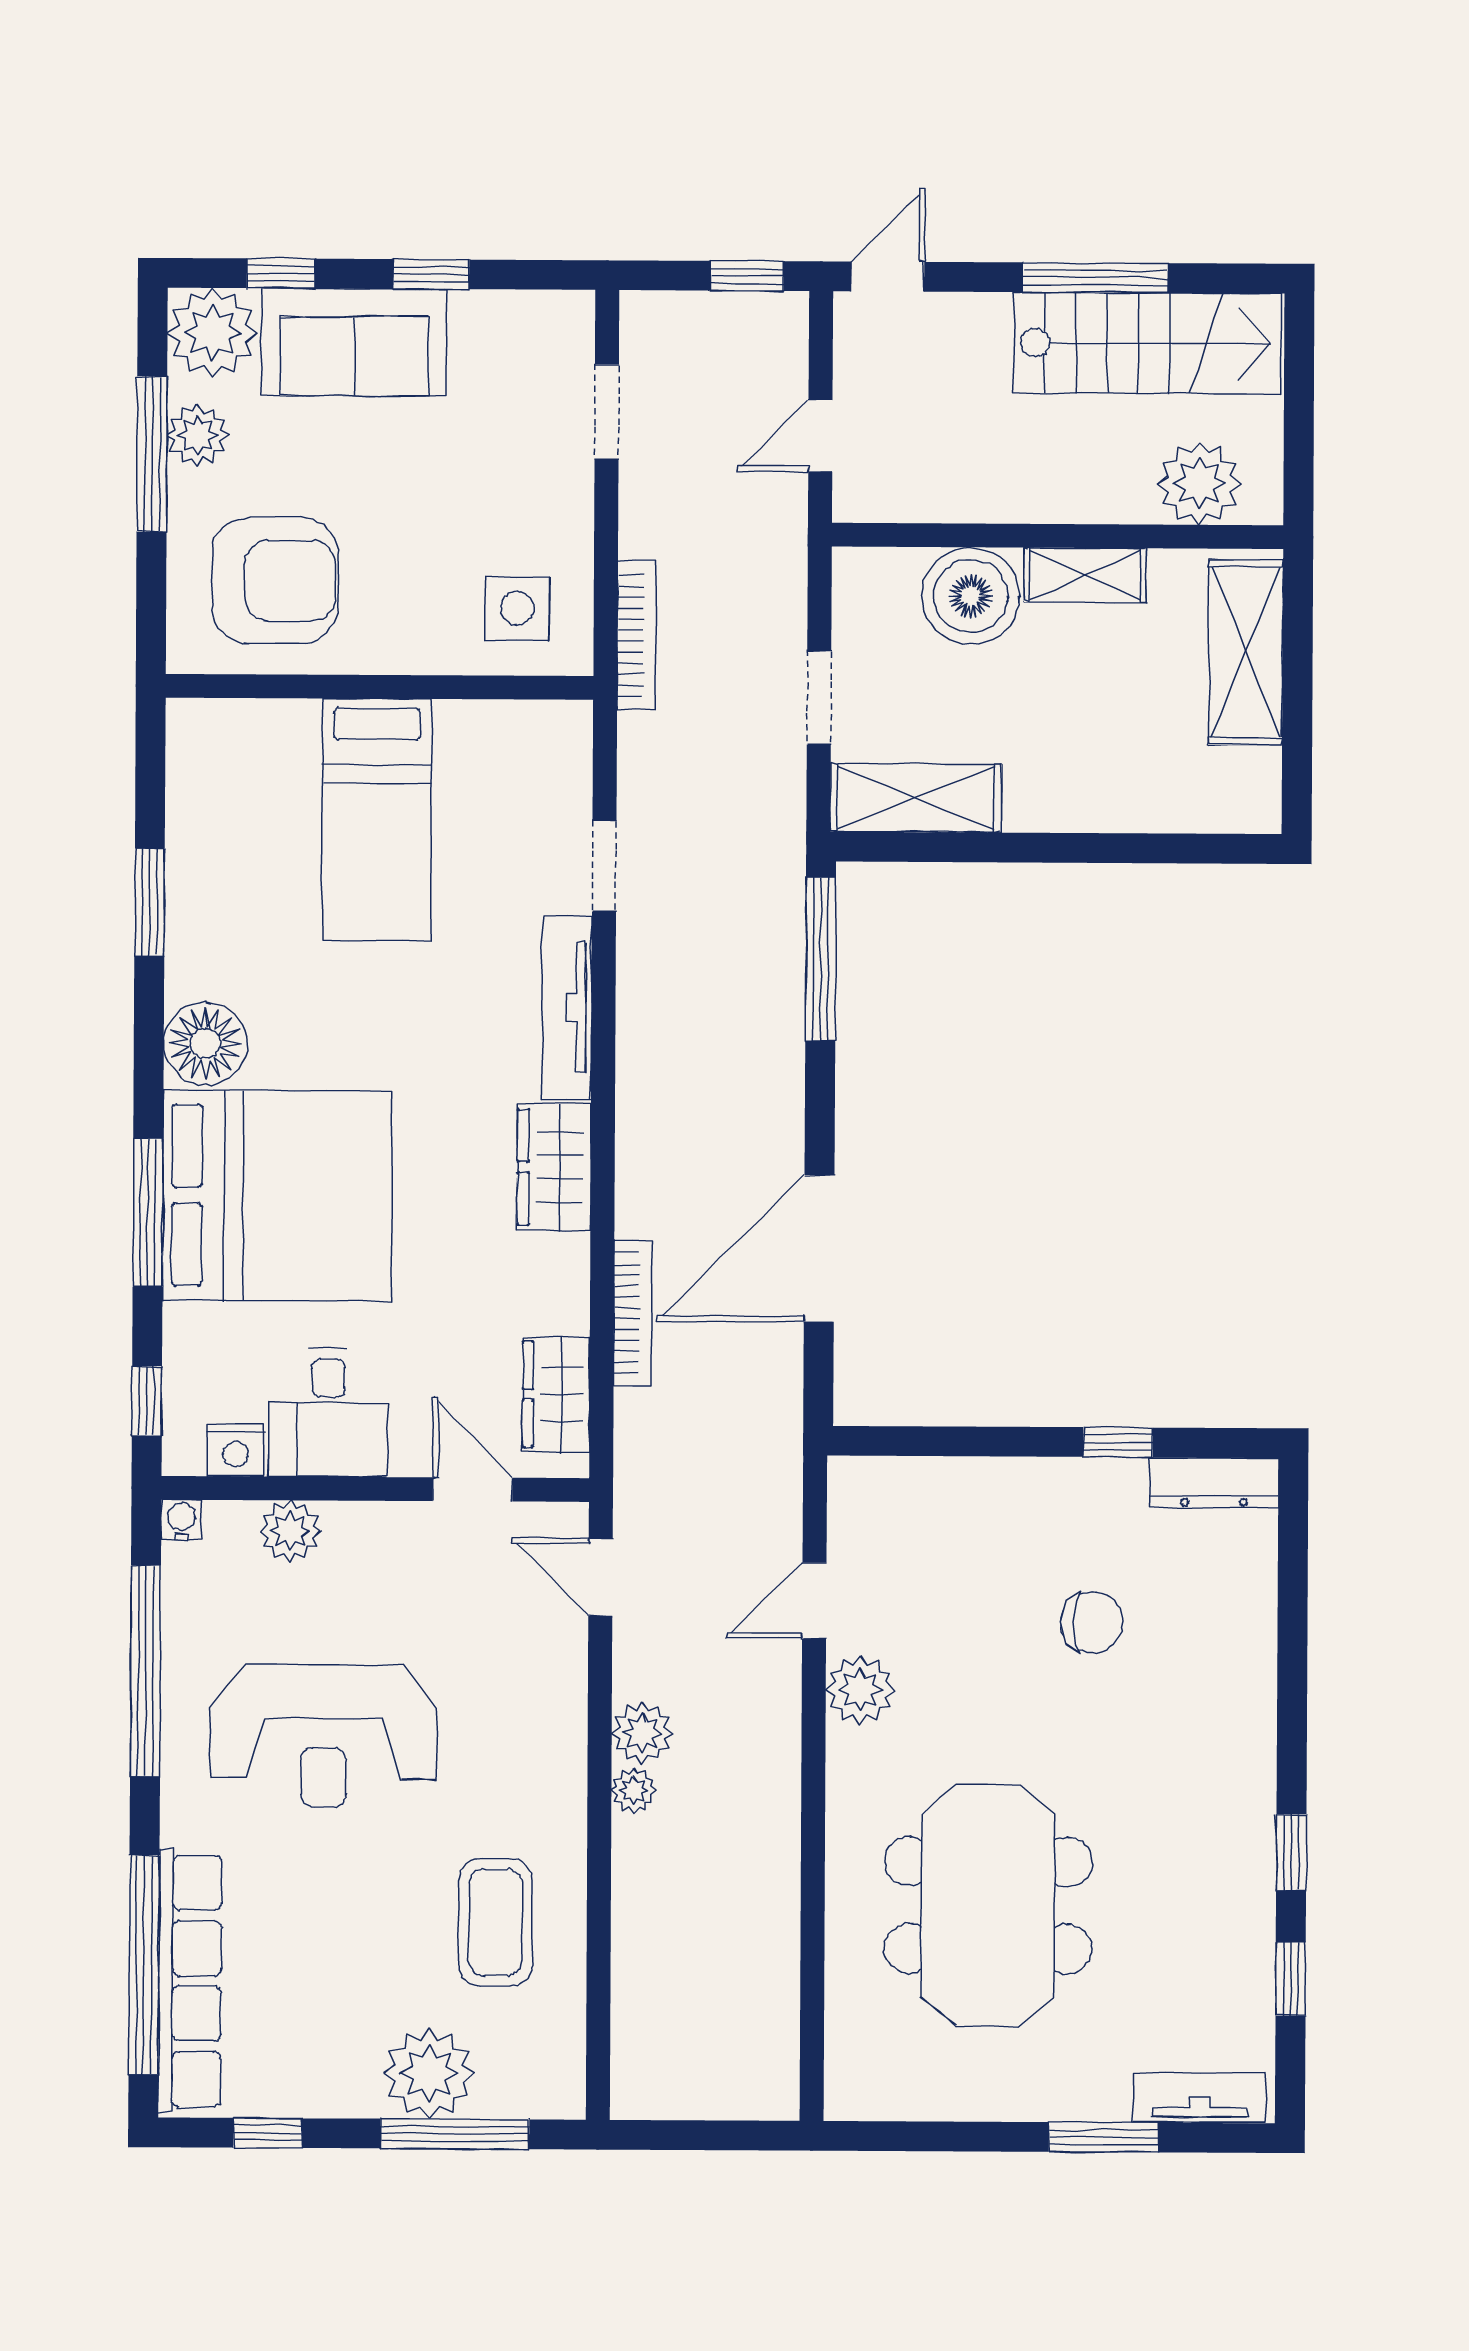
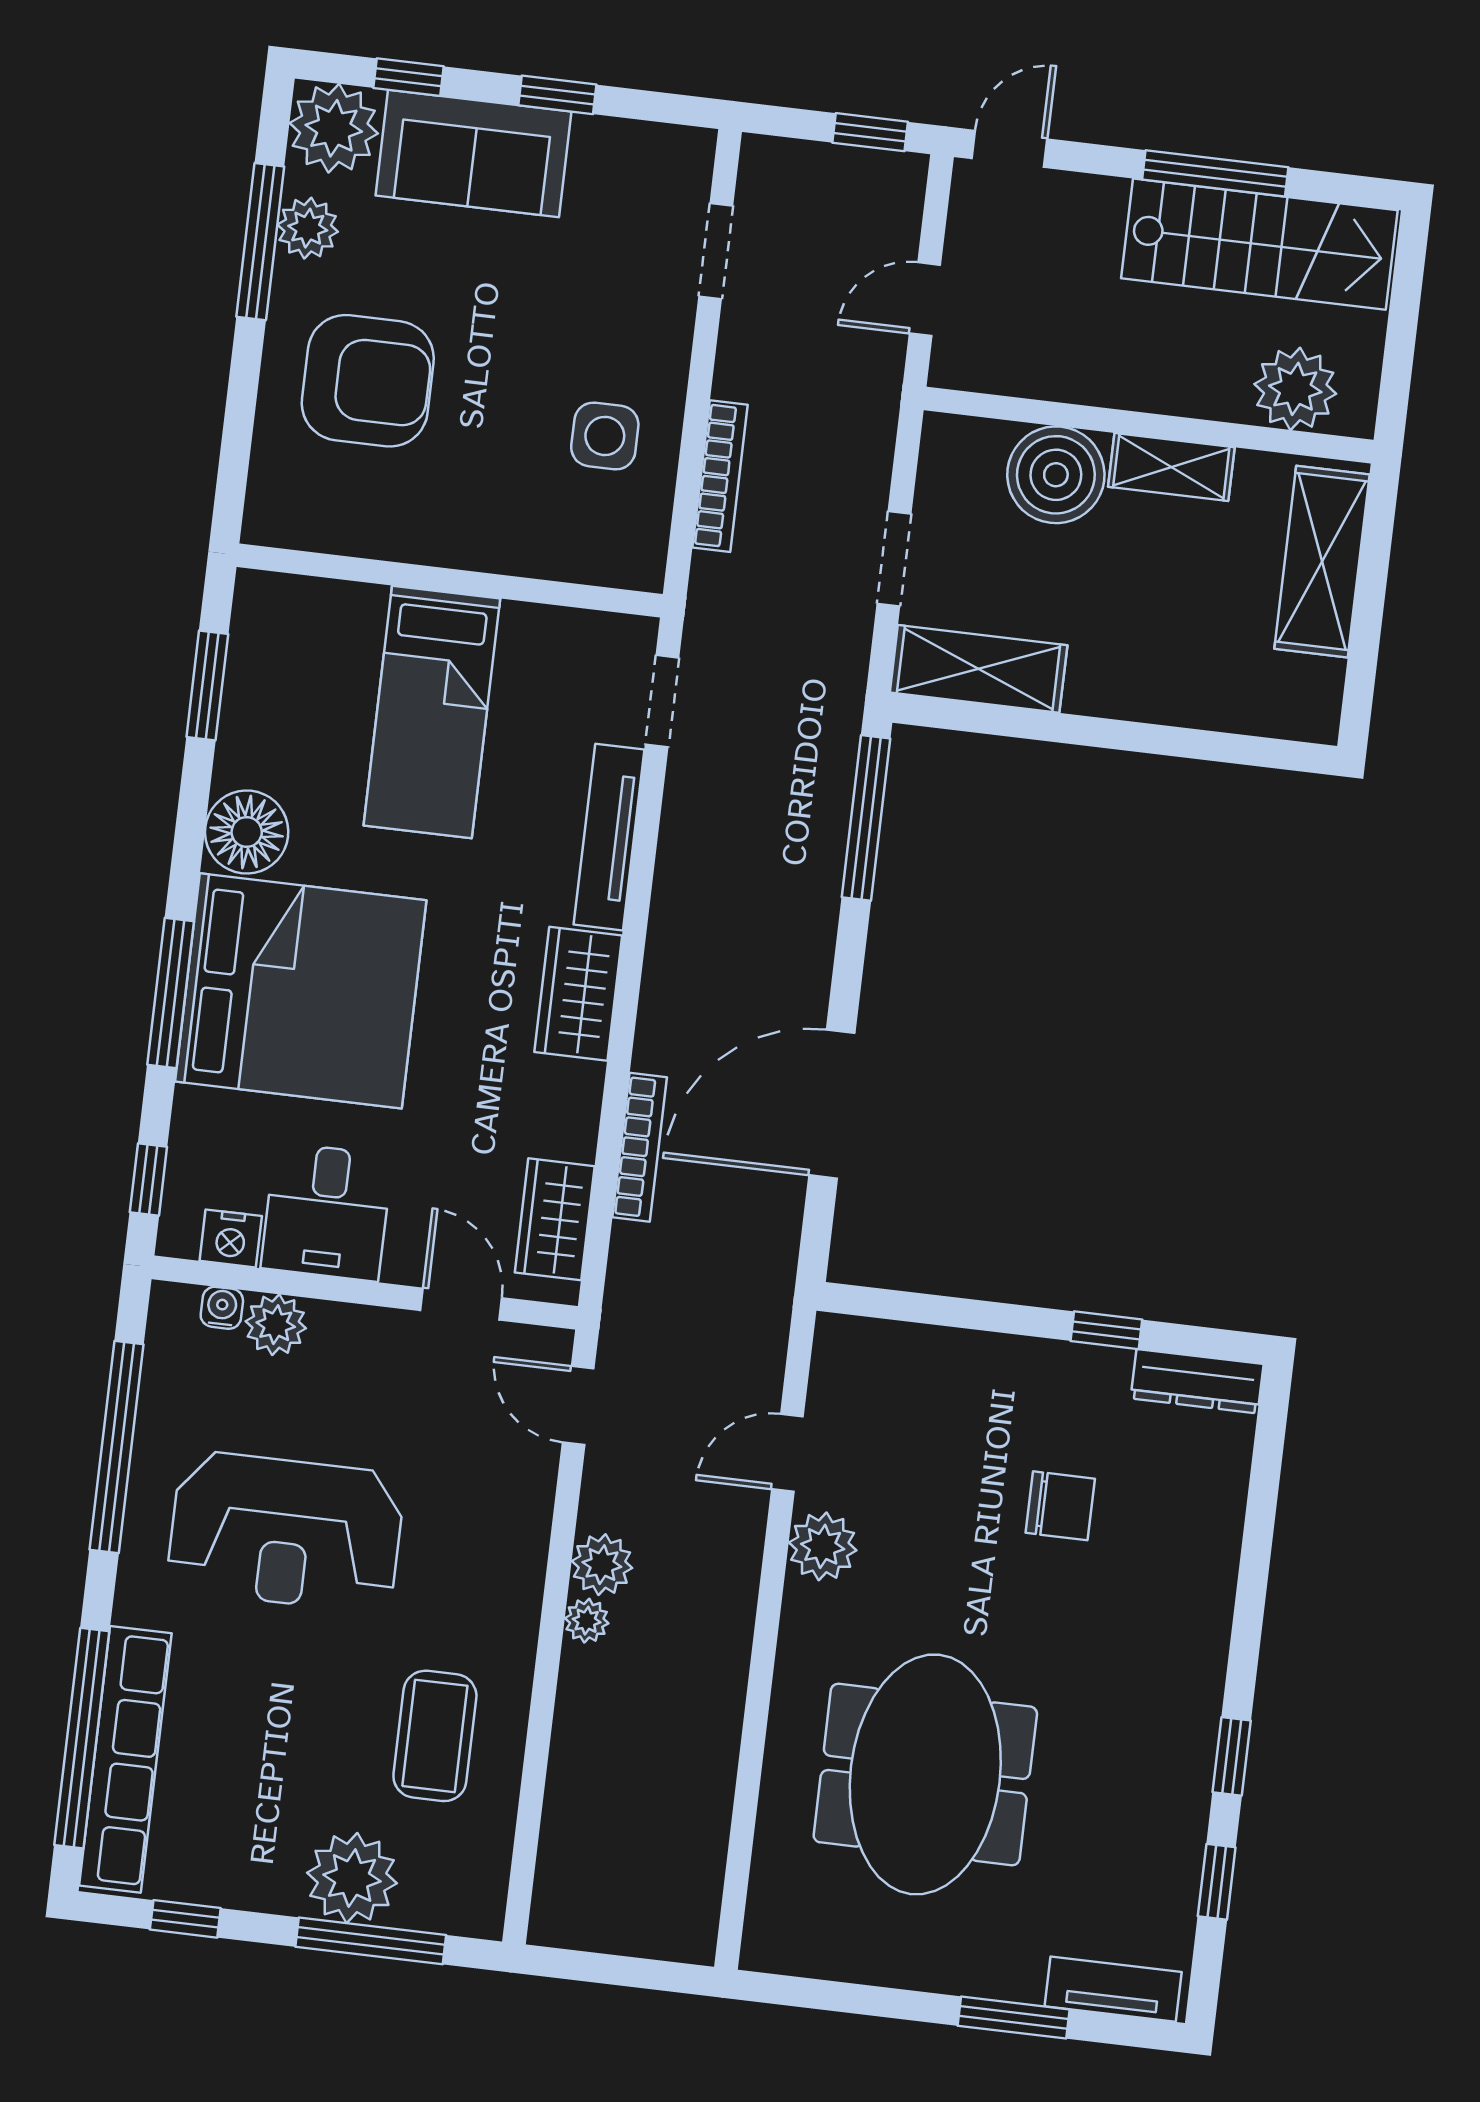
wall: (379, 687) -> (450, 580), moved
bed: (377, 820) -> (432, 712), moved
water cooler: (181, 1520) -> (222, 1308), moved

